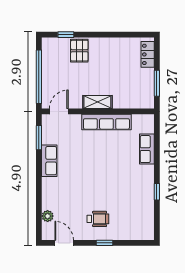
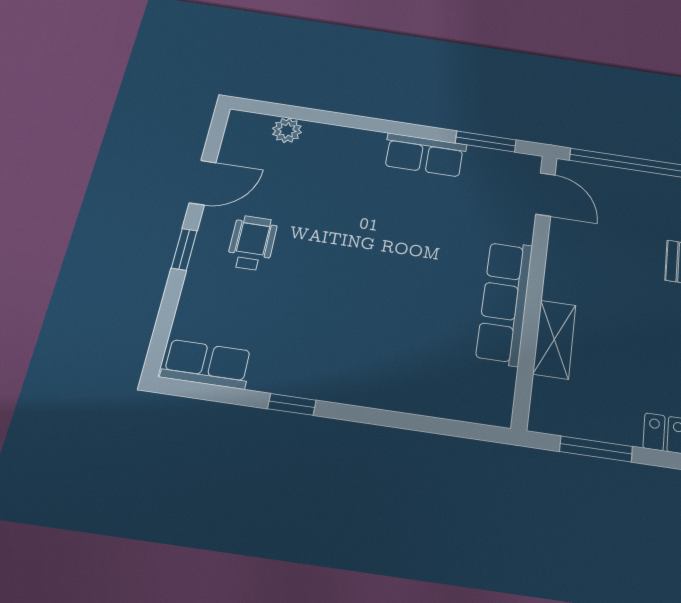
shelving: (97, 102) -> (554, 339), moved
row of seats: (147, 149) -> (207, 364), moved
wheelchair: (98, 219) -> (252, 243), turned 180
door: (64, 243) -> (203, 183), moved

